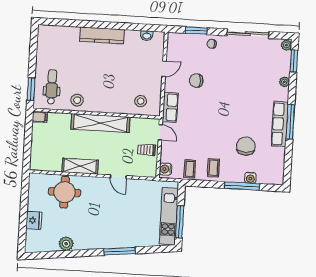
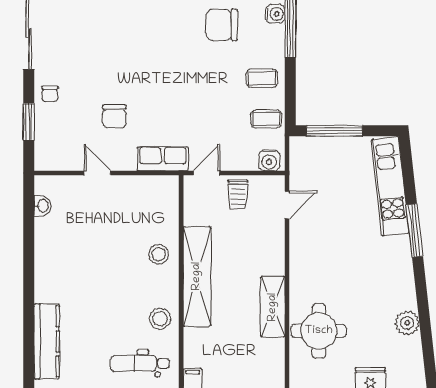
kitchen counter: (102, 35) -> (47, 341), moved
stool: (141, 101) -> (159, 254), moved
door: (118, 177) -> (287, 205), moved
kitchen unit: (169, 216) -> (390, 186), moved, turned 84
window: (180, 222) -> (334, 131), moved

